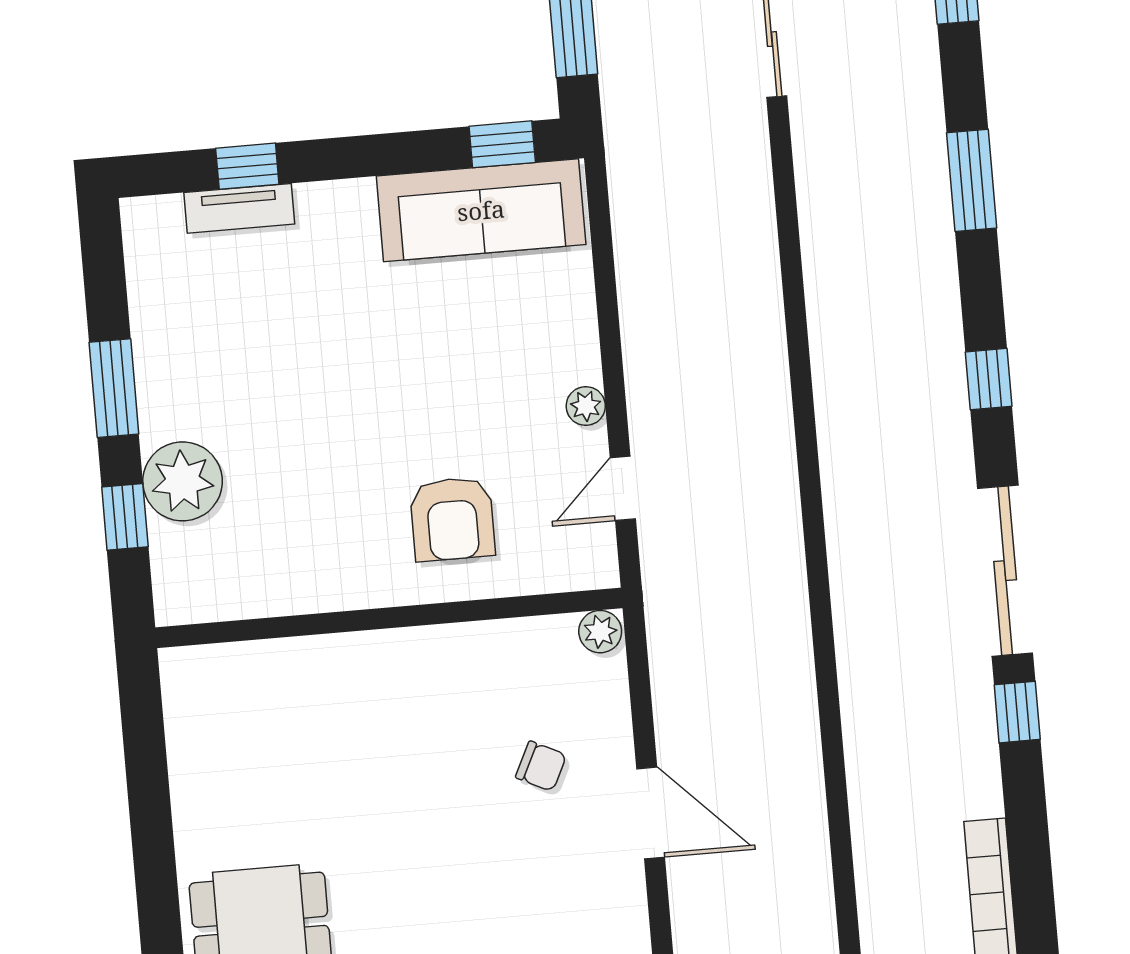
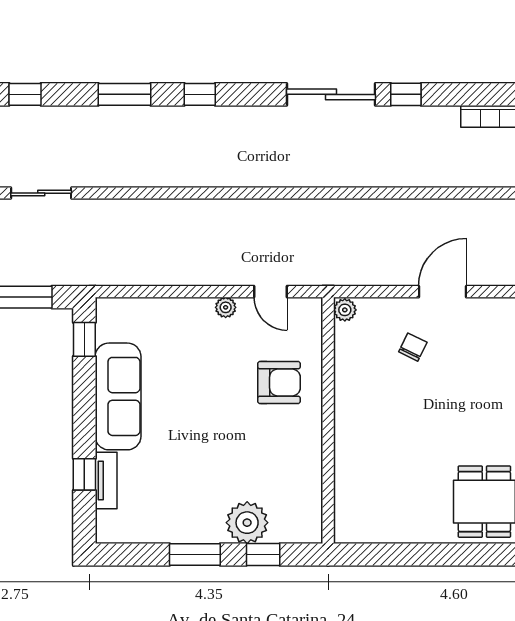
sofa: (481, 210) -> (118, 396), moved
window: (989, 379) -> (200, 94), moved

